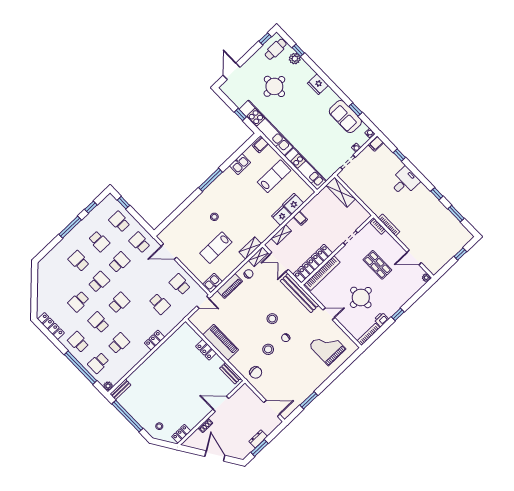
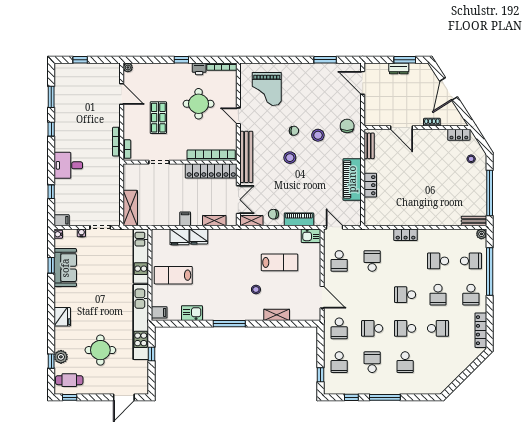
shelving: (250, 248) -> (277, 315), moved

